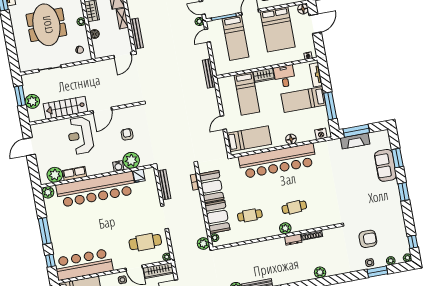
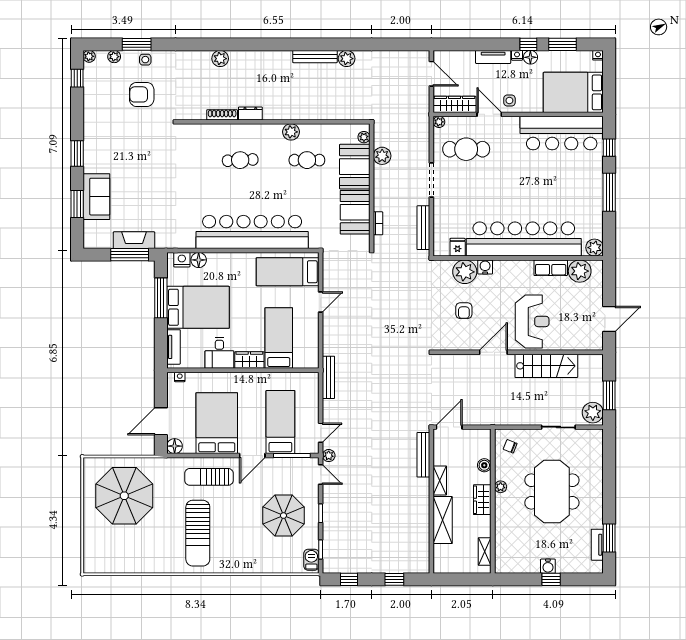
bed: (303, 99) -> (198, 307), width x1.50
plant: (32, 101) -> (593, 413), moved
floor lamp: (291, 139) -> (199, 260), moved
plant: (285, 228) -> (291, 132), moved
plant: (203, 244) -> (382, 156), moved

